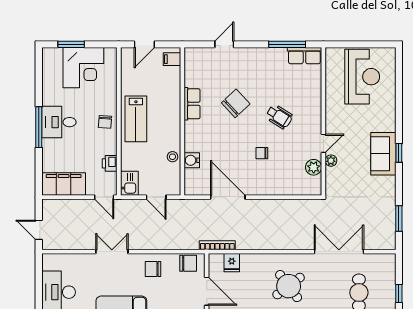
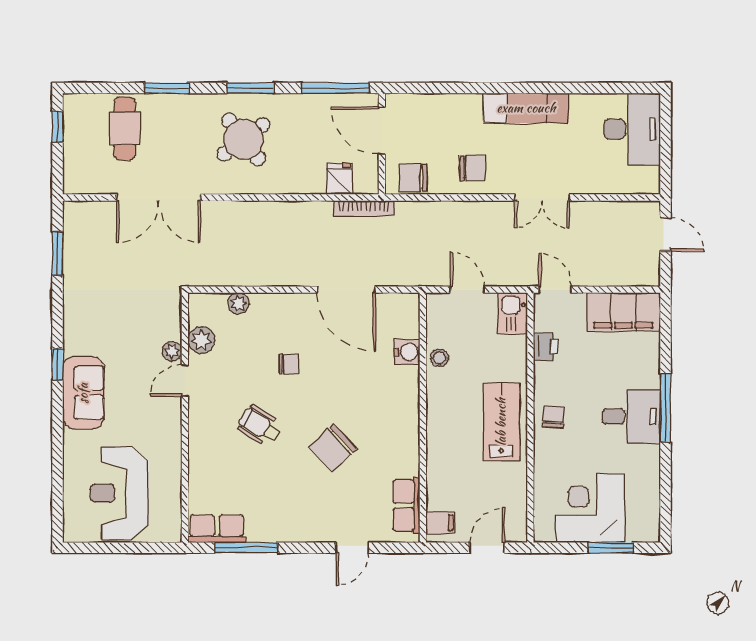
row of seats: (192, 104) -> (406, 506), moved
sofa: (383, 154) -> (83, 393), moved
plant: (292, 189) -> (239, 303), added

